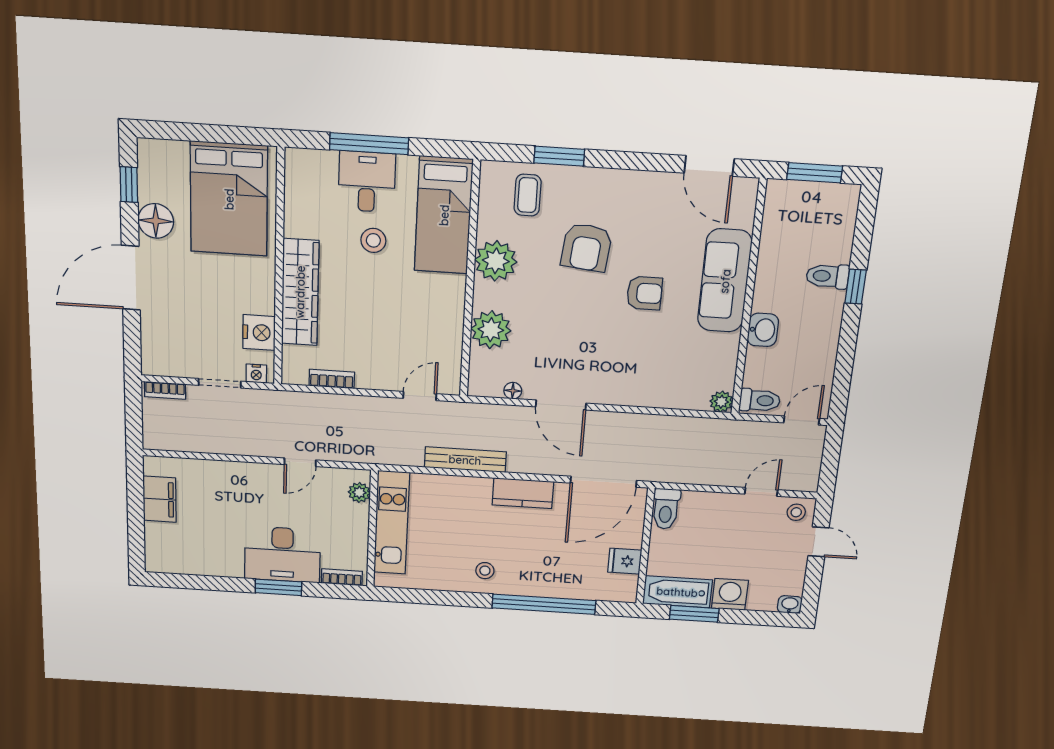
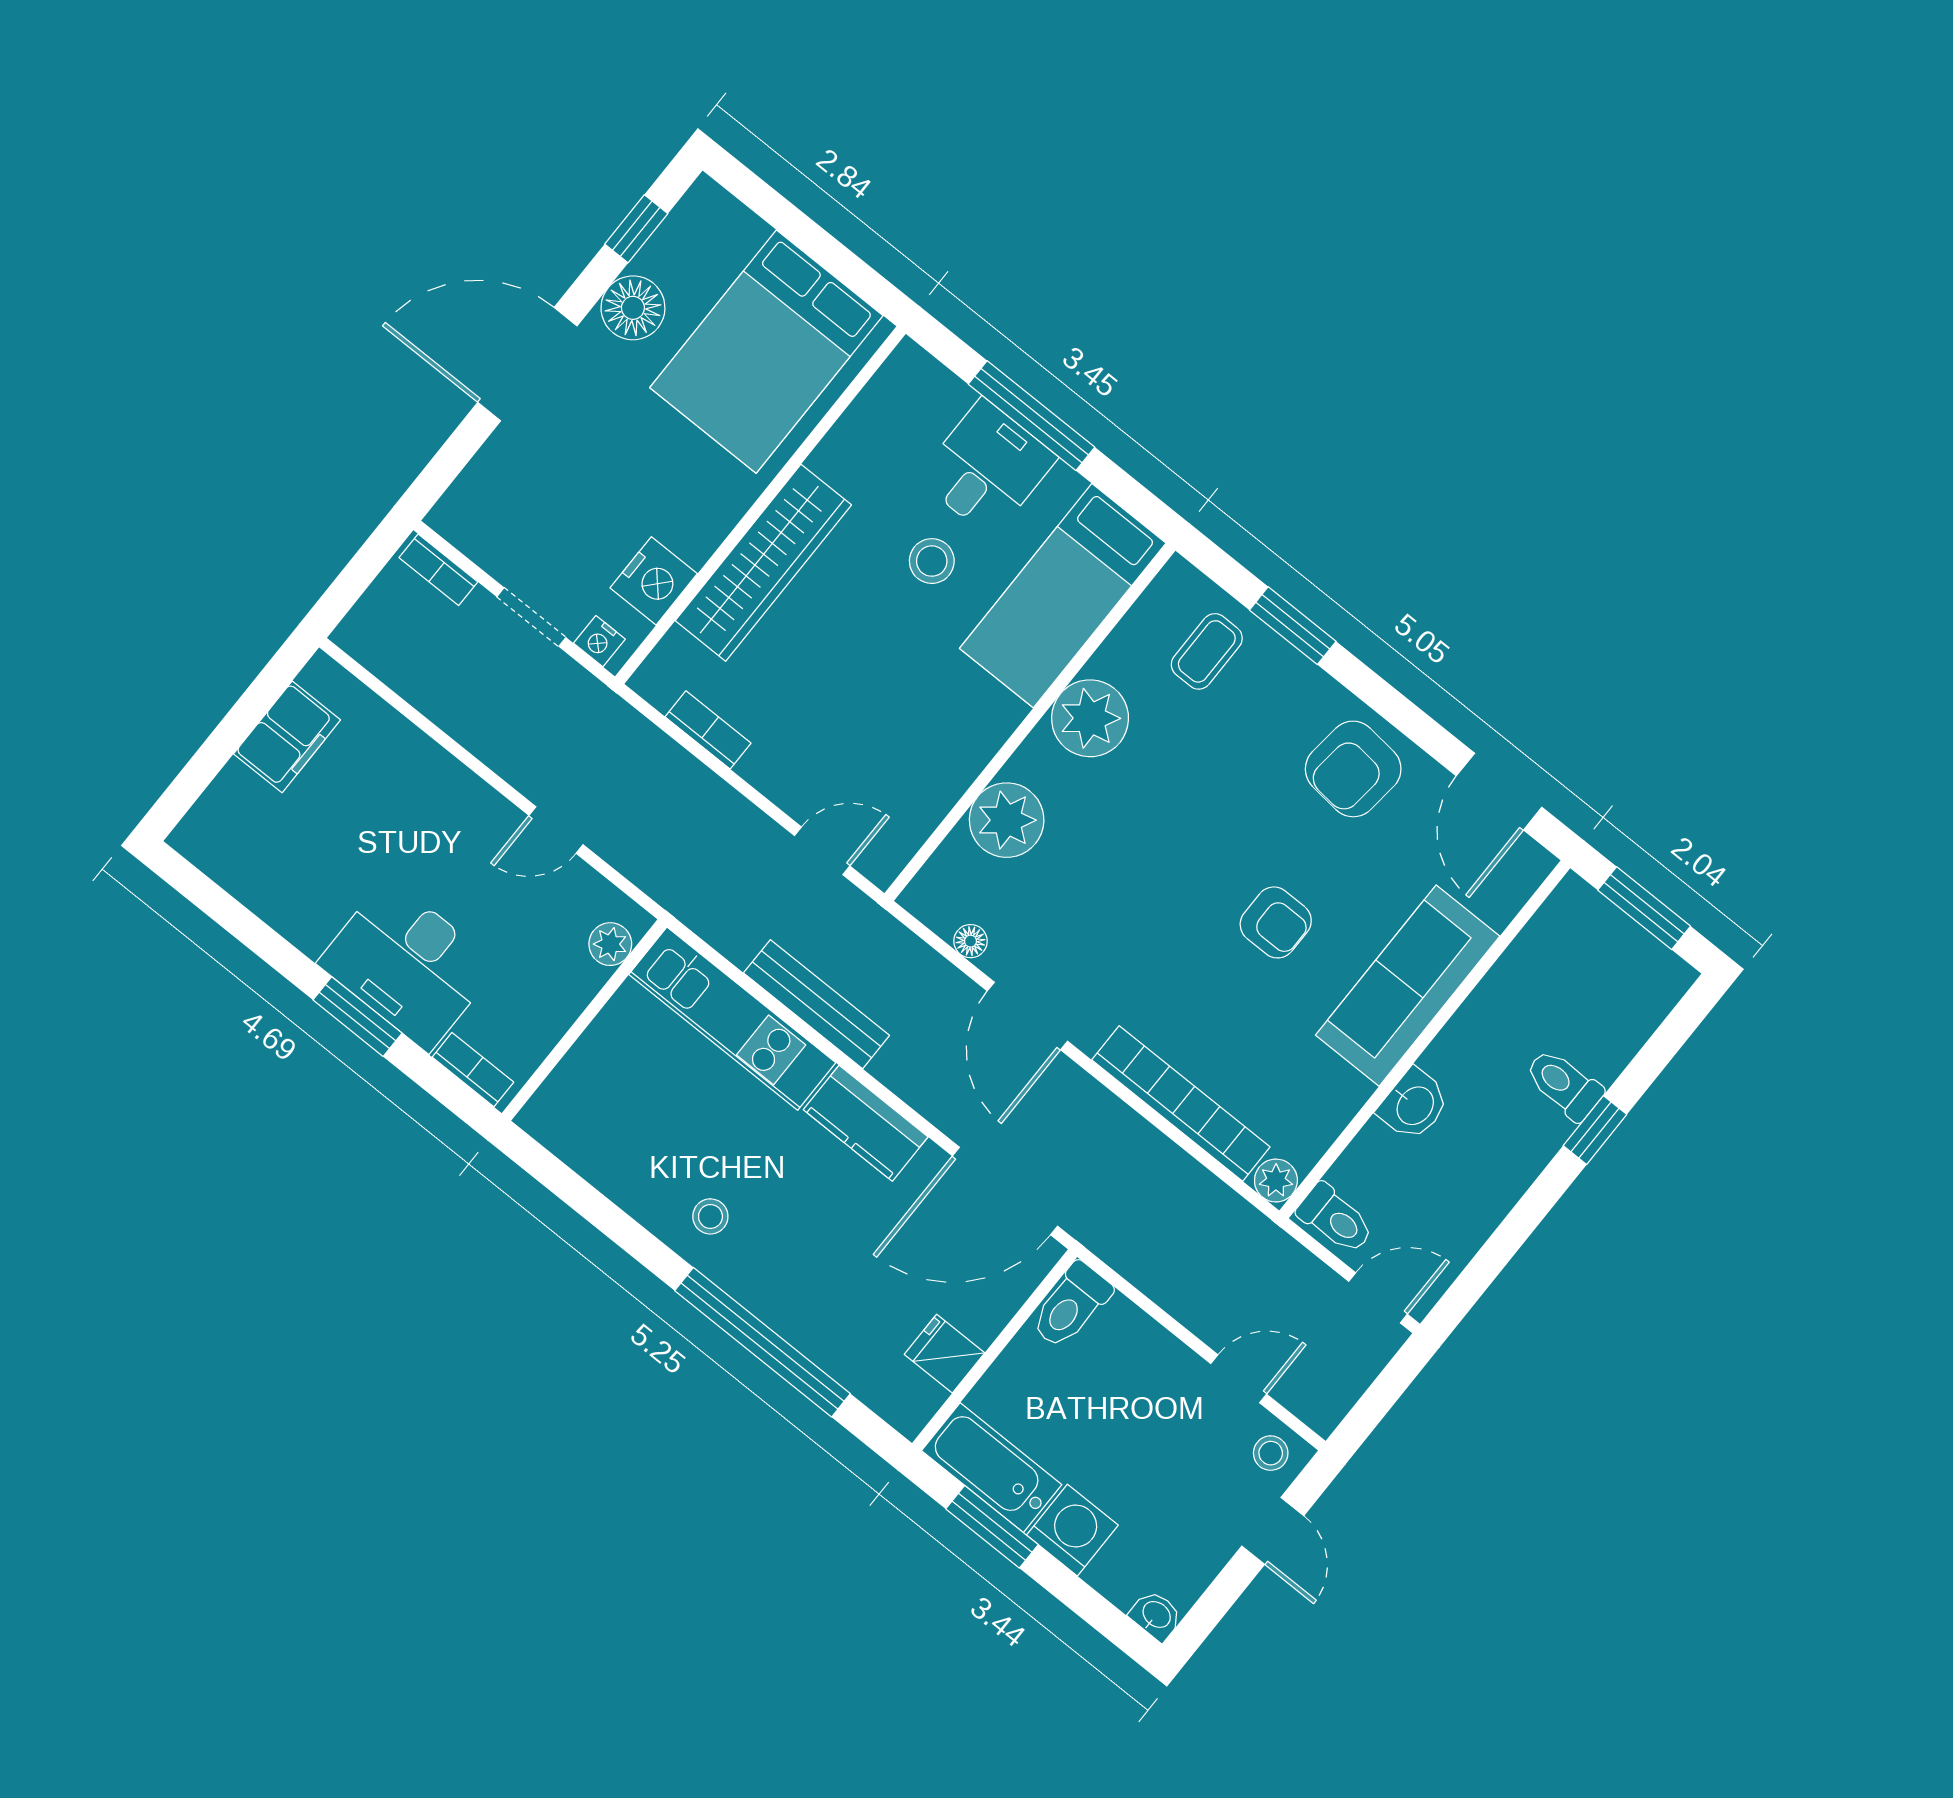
armchair: (586, 247) -> (1353, 769), moved
bookcase: (656, 397) -> (1181, 1103), added
kitchen unit: (392, 523) -> (732, 1019), moved, turned 90

